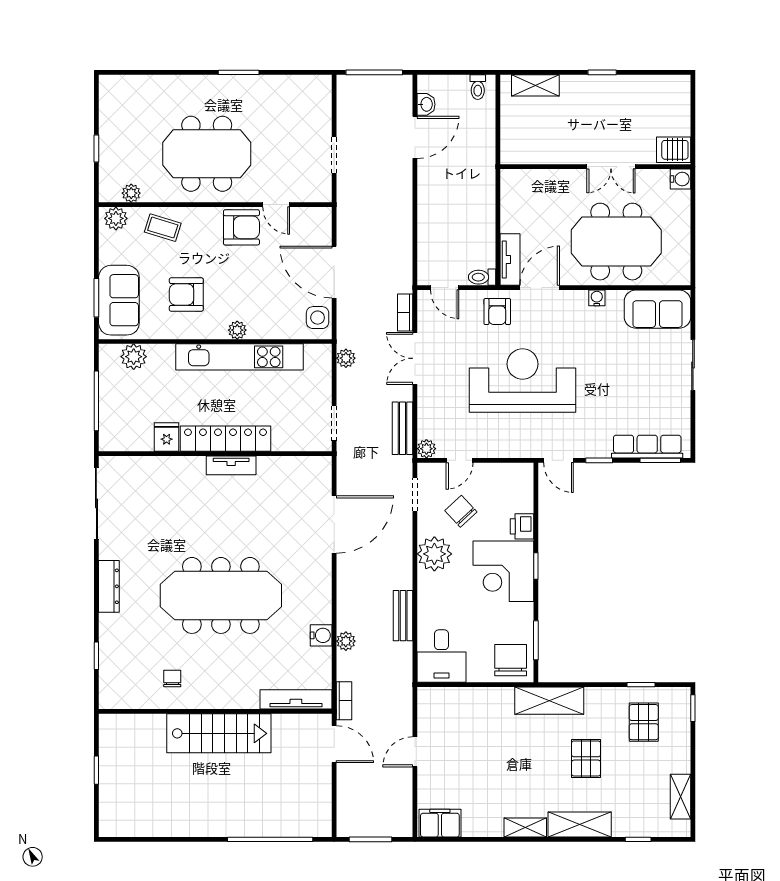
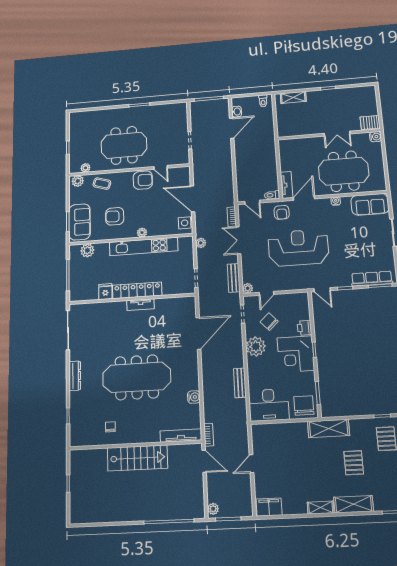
plant: (346, 641) -> (213, 509), moved
desk: (442, 656) -> (269, 405), width x1.37

